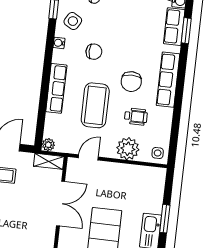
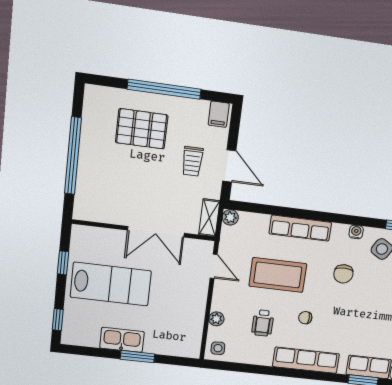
chair: (131, 82) -> (305, 318), width x0.54, depth x0.54
plant: (128, 149) -> (216, 319), width x0.53, depth x0.53

